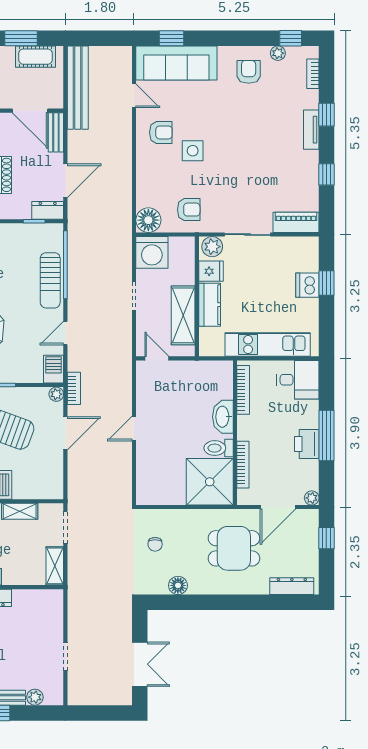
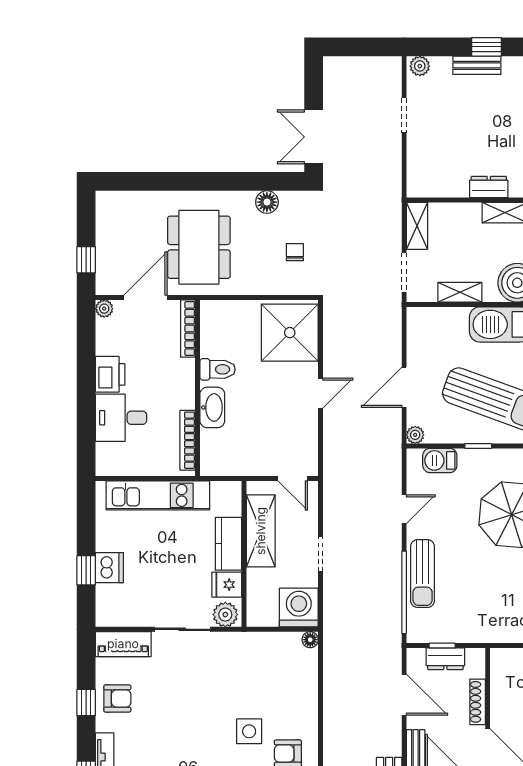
door: (65, 181) -> (404, 695), swing flipped
dresser: (48, 210) -> (445, 659), moved
armchair: (189, 210) -> (117, 698), moved, turned 180
floor lamp: (148, 220) -> (310, 640), width x0.53, depth x0.53
sun lounger: (50, 280) -> (423, 574), turned 180
barbecue: (53, 369) -> (440, 460), moved, turned 90
desk: (298, 380) -> (121, 418), moved
bookcase: (74, 388) -> (394, 442), removed
window: (326, 436) -> (86, 384), removed
bookcase: (243, 465) -> (188, 329), moved
shower: (210, 482) -> (290, 333), moved
dining table: (234, 548) -> (199, 247), width x1.38
dresser: (292, 586) -> (128, 201), removed
double door: (140, 664) -> (314, 137), moved
plant: (35, 697) -> (420, 66), moved

